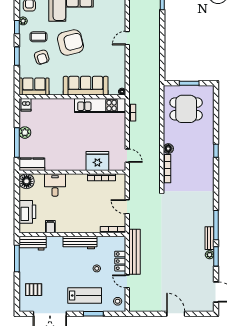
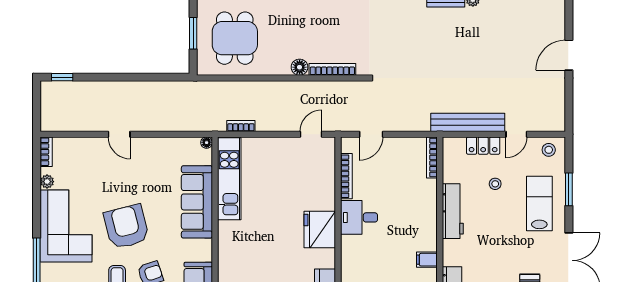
fridge: (97, 161) -> (320, 230), moved
desk: (55, 185) -> (359, 217), moved
door: (127, 207) -> (371, 134), moved

